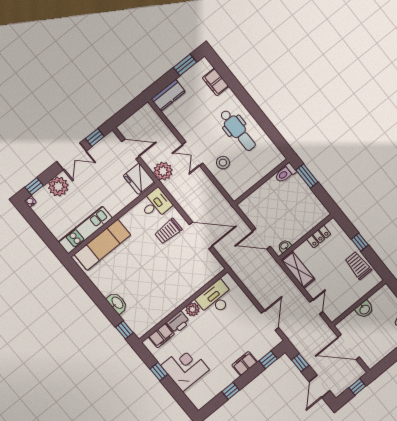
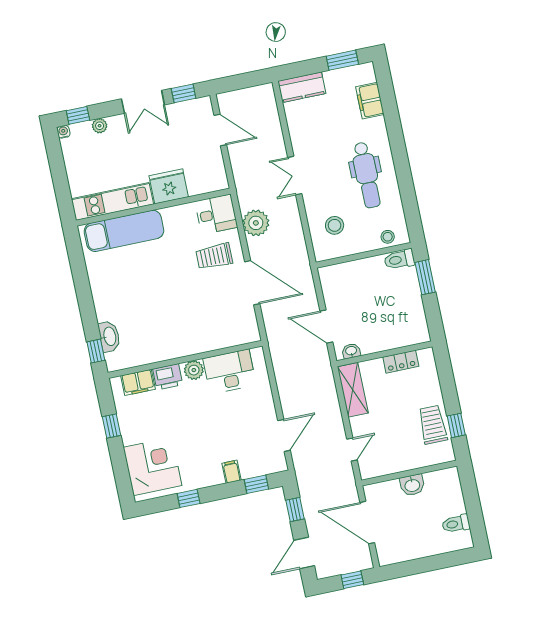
stool: (223, 163) -> (335, 225), moved
stool: (271, 163) -> (388, 237), added
plant: (163, 171) -> (256, 223), moved
fridge: (139, 179) -> (169, 186), moved, turned 90
plant: (58, 186) -> (100, 126), width x0.53, depth x0.53
window: (360, 242) -> (456, 425), moved
washbasin: (117, 303) -> (109, 336), moved
filing cabinet: (245, 364) -> (231, 472), width x0.50
corner desk: (185, 368) -> (153, 466), moved

